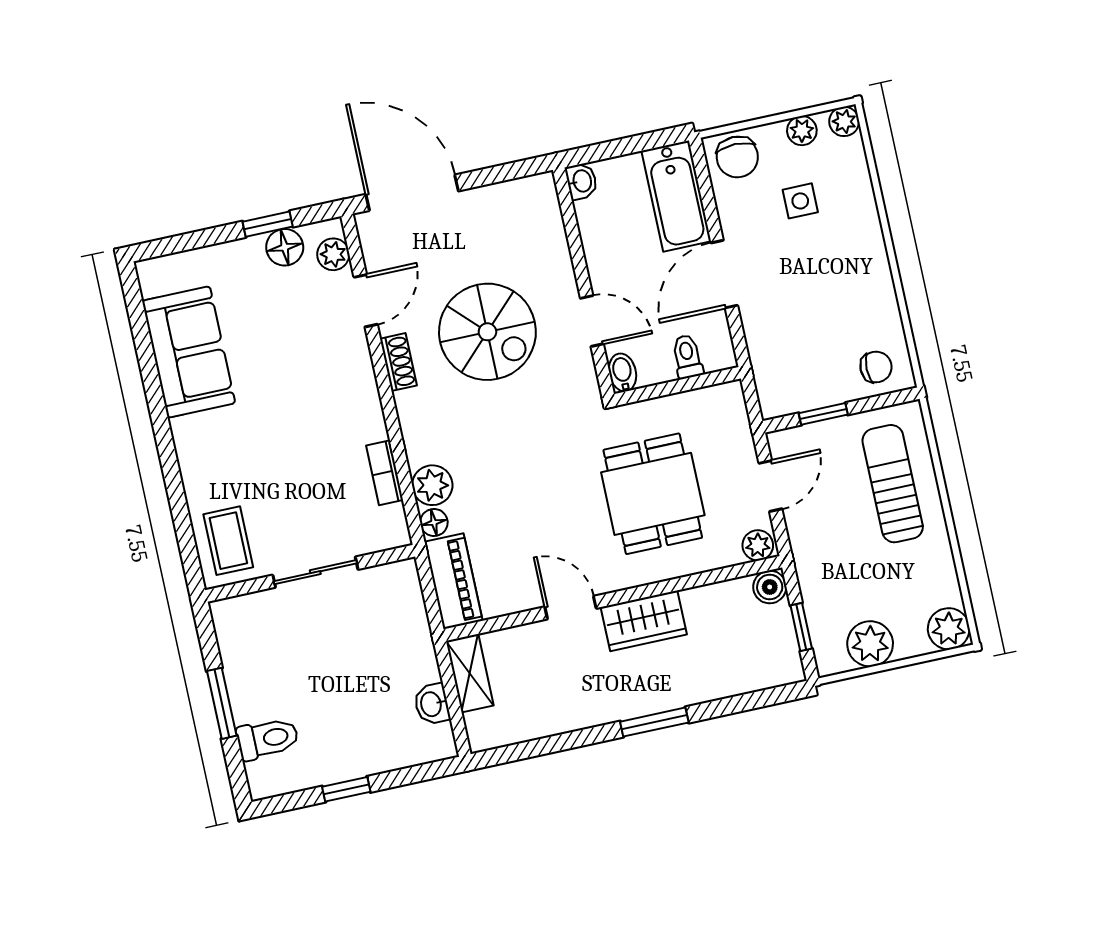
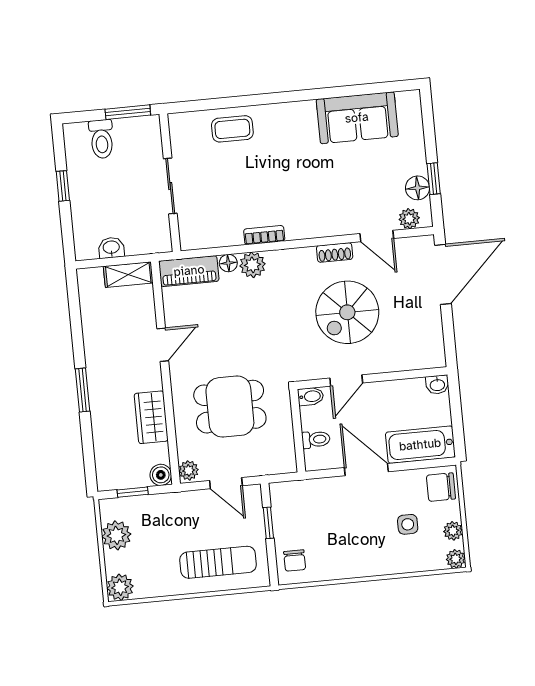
sliding door: (315, 572) -> (170, 186), moved
wall: (310, 573) -> (170, 183), moved
wardrobe: (644, 621) -> (151, 417), moved

